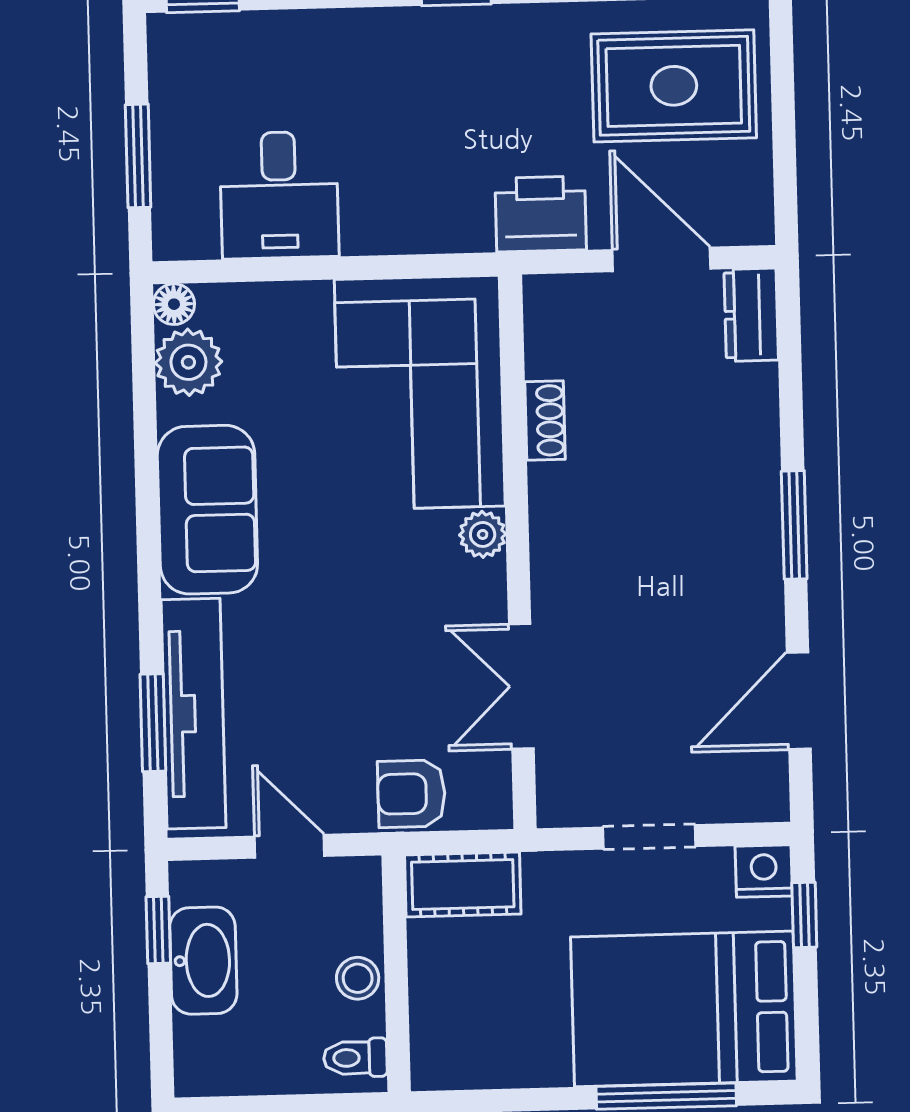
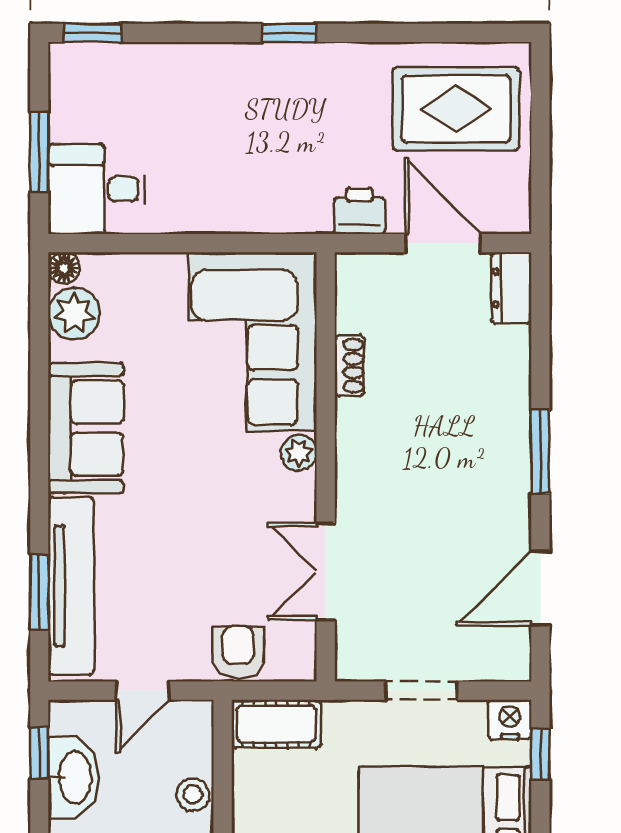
desk: (279, 195) -> (97, 189), moved, turned 90
printer: (541, 214) -> (359, 211), width x0.73, depth x0.81
armchair: (411, 794) -> (238, 652), turned 90
door: (289, 846) -> (143, 691), swing flipped

